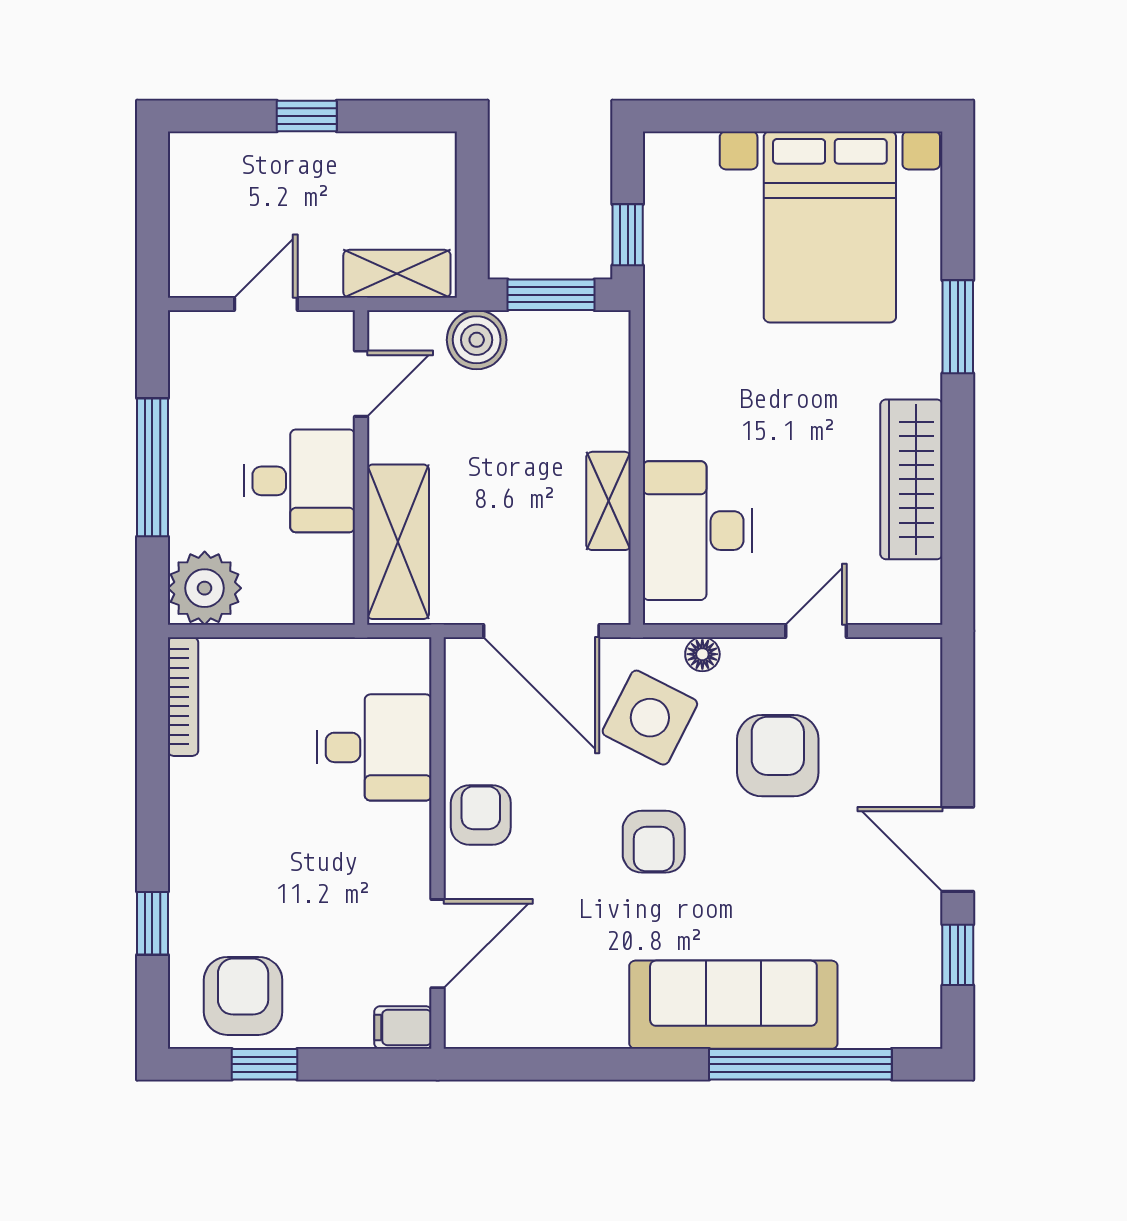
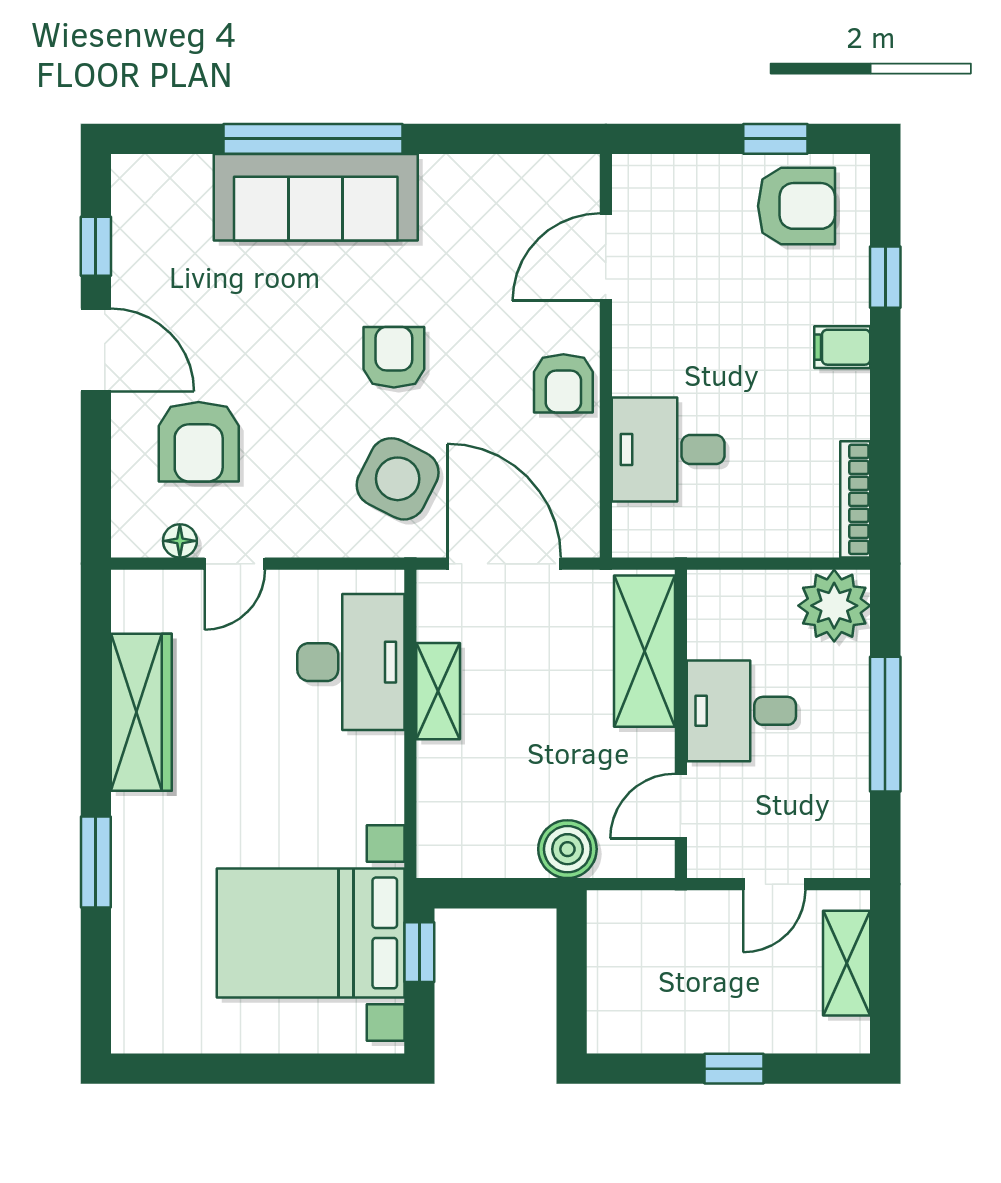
bed with nightstands: (830, 227) -> (311, 933), moved, turned -90
shelving: (397, 274) -> (847, 963), moved, turned 90
window: (551, 295) -> (495, 893), removed
floor lamp: (702, 654) -> (180, 541), moved
armchair: (778, 756) -> (199, 442), moved
armchair: (243, 996) -> (796, 206), turned -90
filing cabinet: (403, 1027) -> (842, 347), moved, turned 180
window: (800, 1064) -> (313, 139), moved

